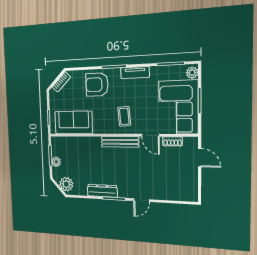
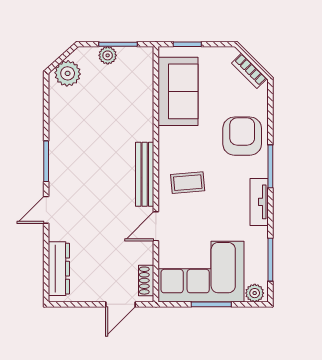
shoe rack: (172, 141) -> (146, 281), moved
dresser: (102, 191) -> (59, 269), moved
door: (142, 200) -> (46, 210), hinge flipped

